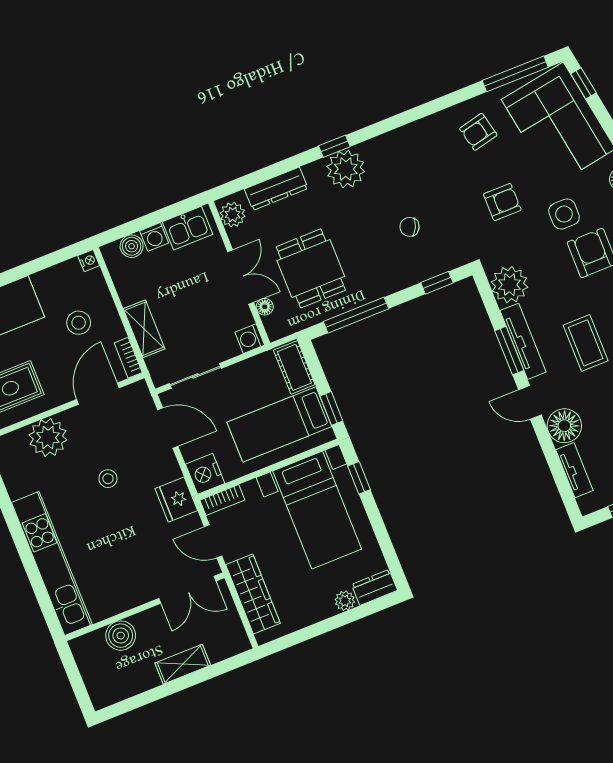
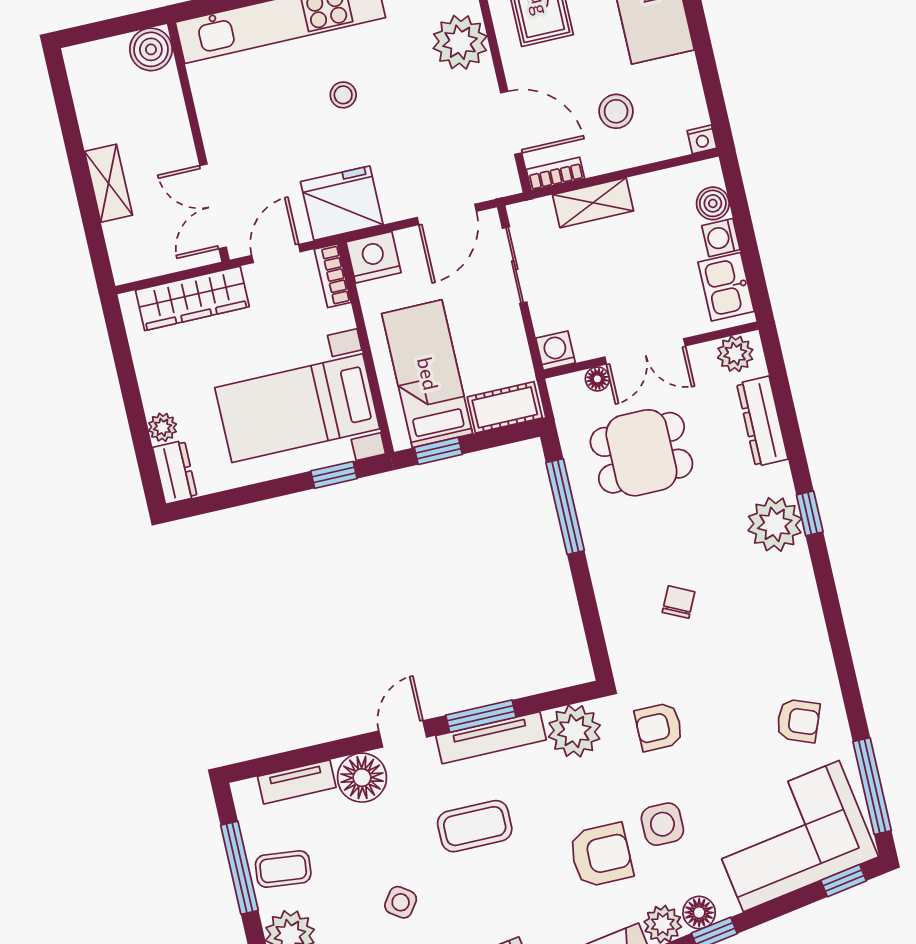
armchair: (478, 132) -> (798, 721), turned 124
armchair: (502, 202) -> (659, 727), moved, turned 90
window: (437, 283) -> (593, 629), removed
stool: (108, 479) -> (343, 95), moved
fridge: (176, 500) -> (342, 203), width x1.36, depth x1.34
boiler: (121, 636) -> (151, 49), moved

